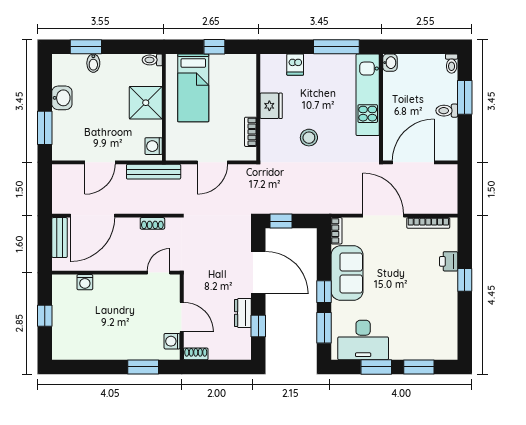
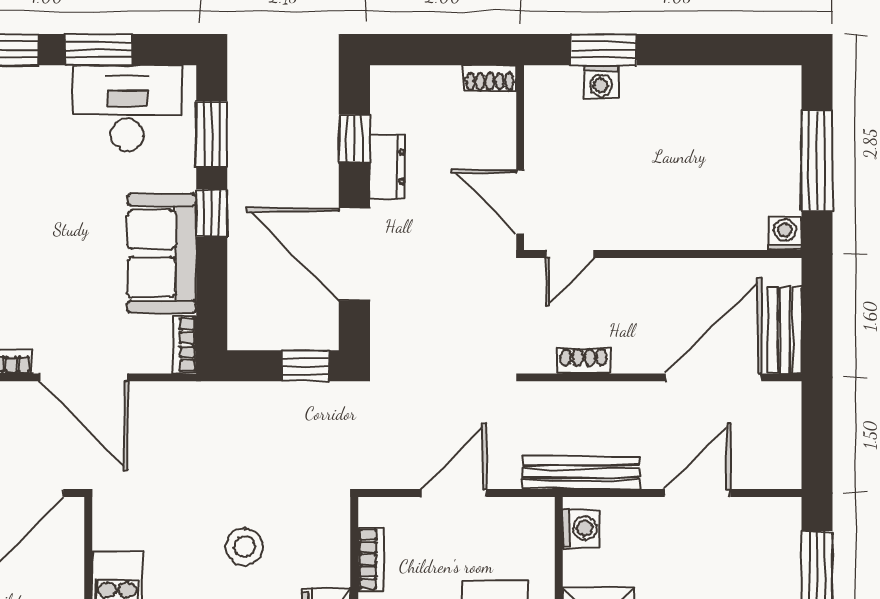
washing machine: (85, 282) -> (785, 233), moved
window: (45, 316) -> (817, 161), width x2.17
door: (182, 317) -> (520, 202), moved
washing machine: (172, 341) -> (601, 82), moved, turned 90

